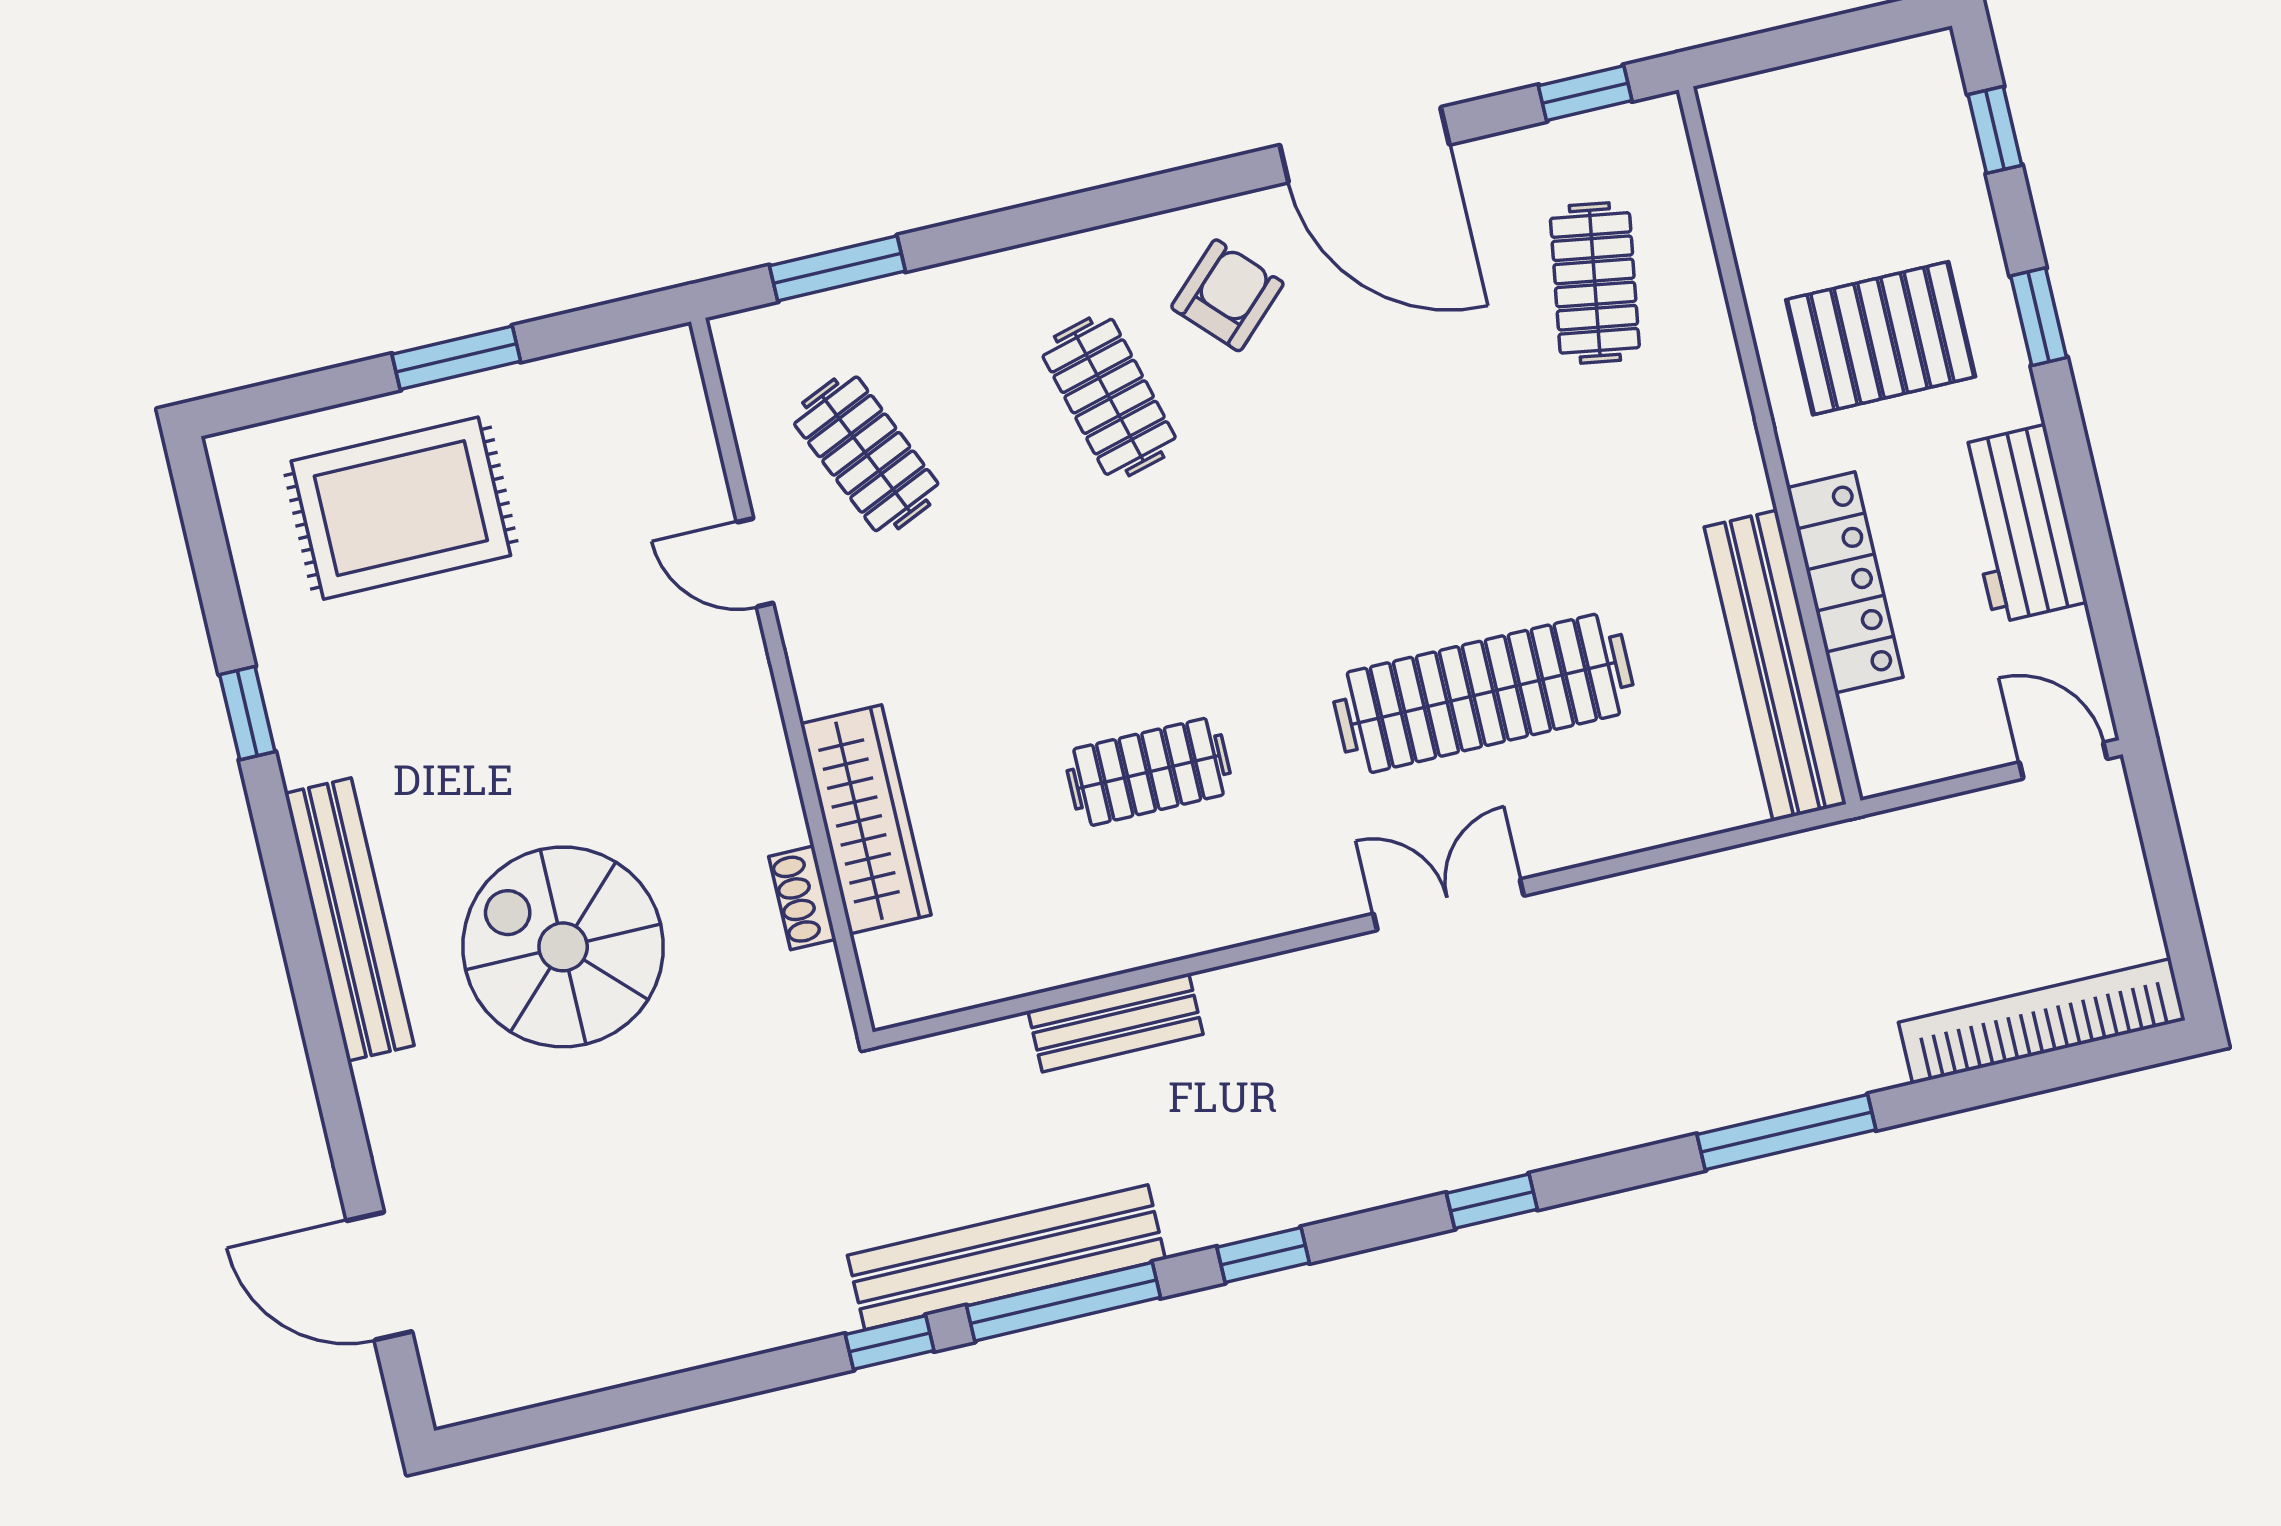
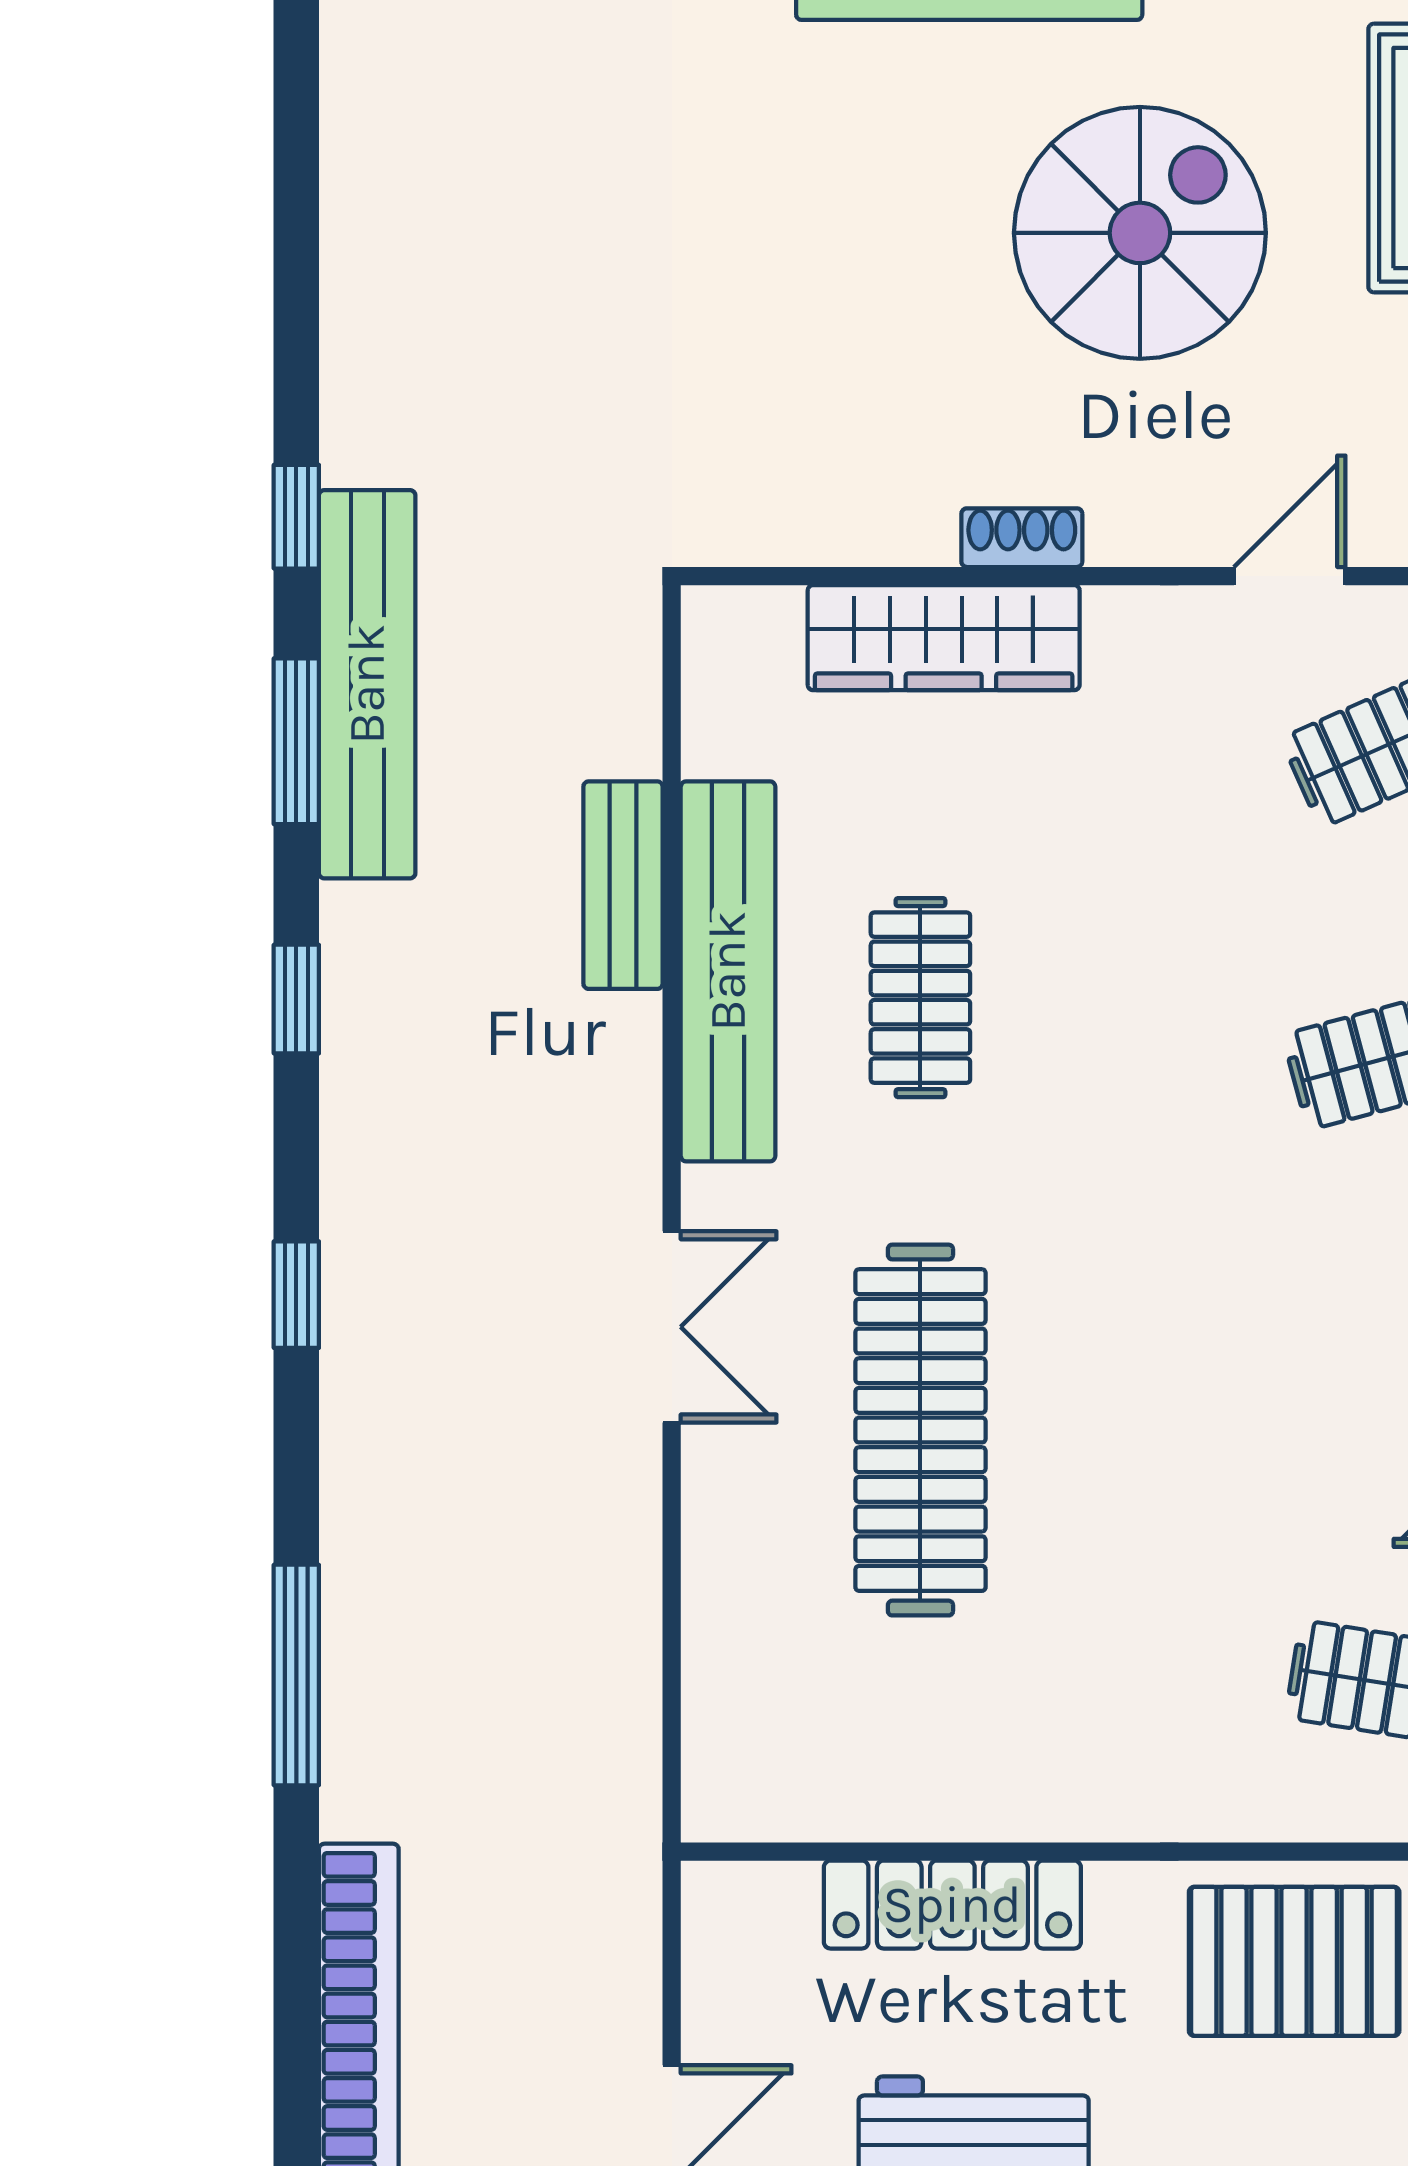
pallet: (1881, 338) -> (1294, 1961), moved, turned 90
bench: (1775, 666) -> (728, 971), moved, turned 90
shoe rack: (802, 898) -> (1022, 538), moved
spiral stairs: (563, 947) -> (1140, 233), moved
window: (1063, 1302) -> (296, 741), width x0.69

